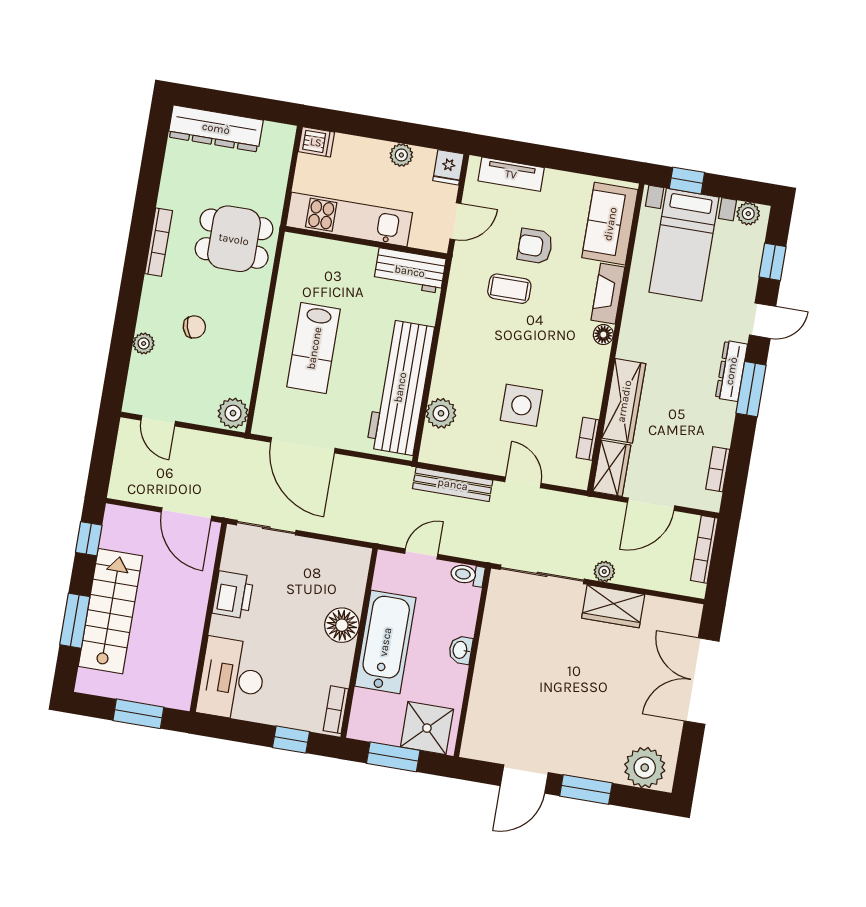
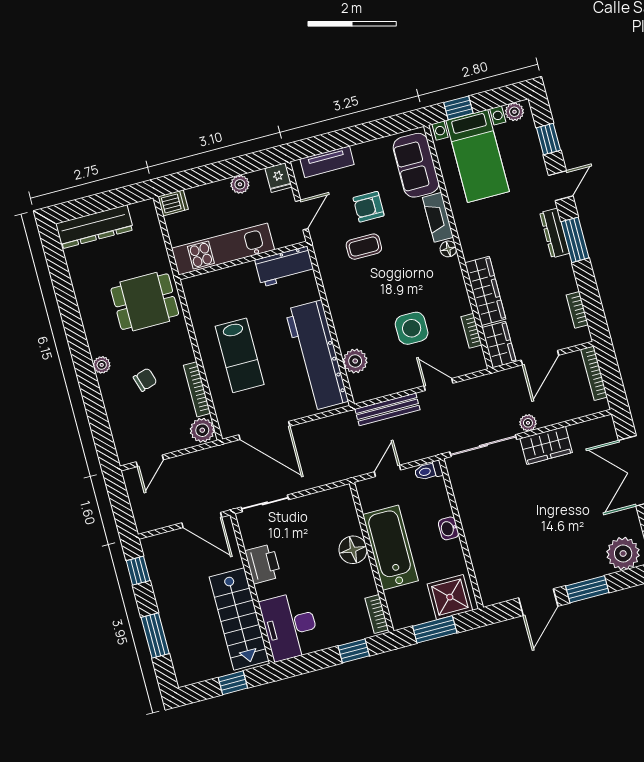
bookcase: (159, 242) -> (197, 389), moved, turned 180
plant: (144, 343) -> (102, 365), moved
door: (158, 421) -> (150, 461), hinge flipped
stairs: (110, 611) -> (239, 619), moved, turned 180
window: (138, 714) -> (233, 683), width x0.67

